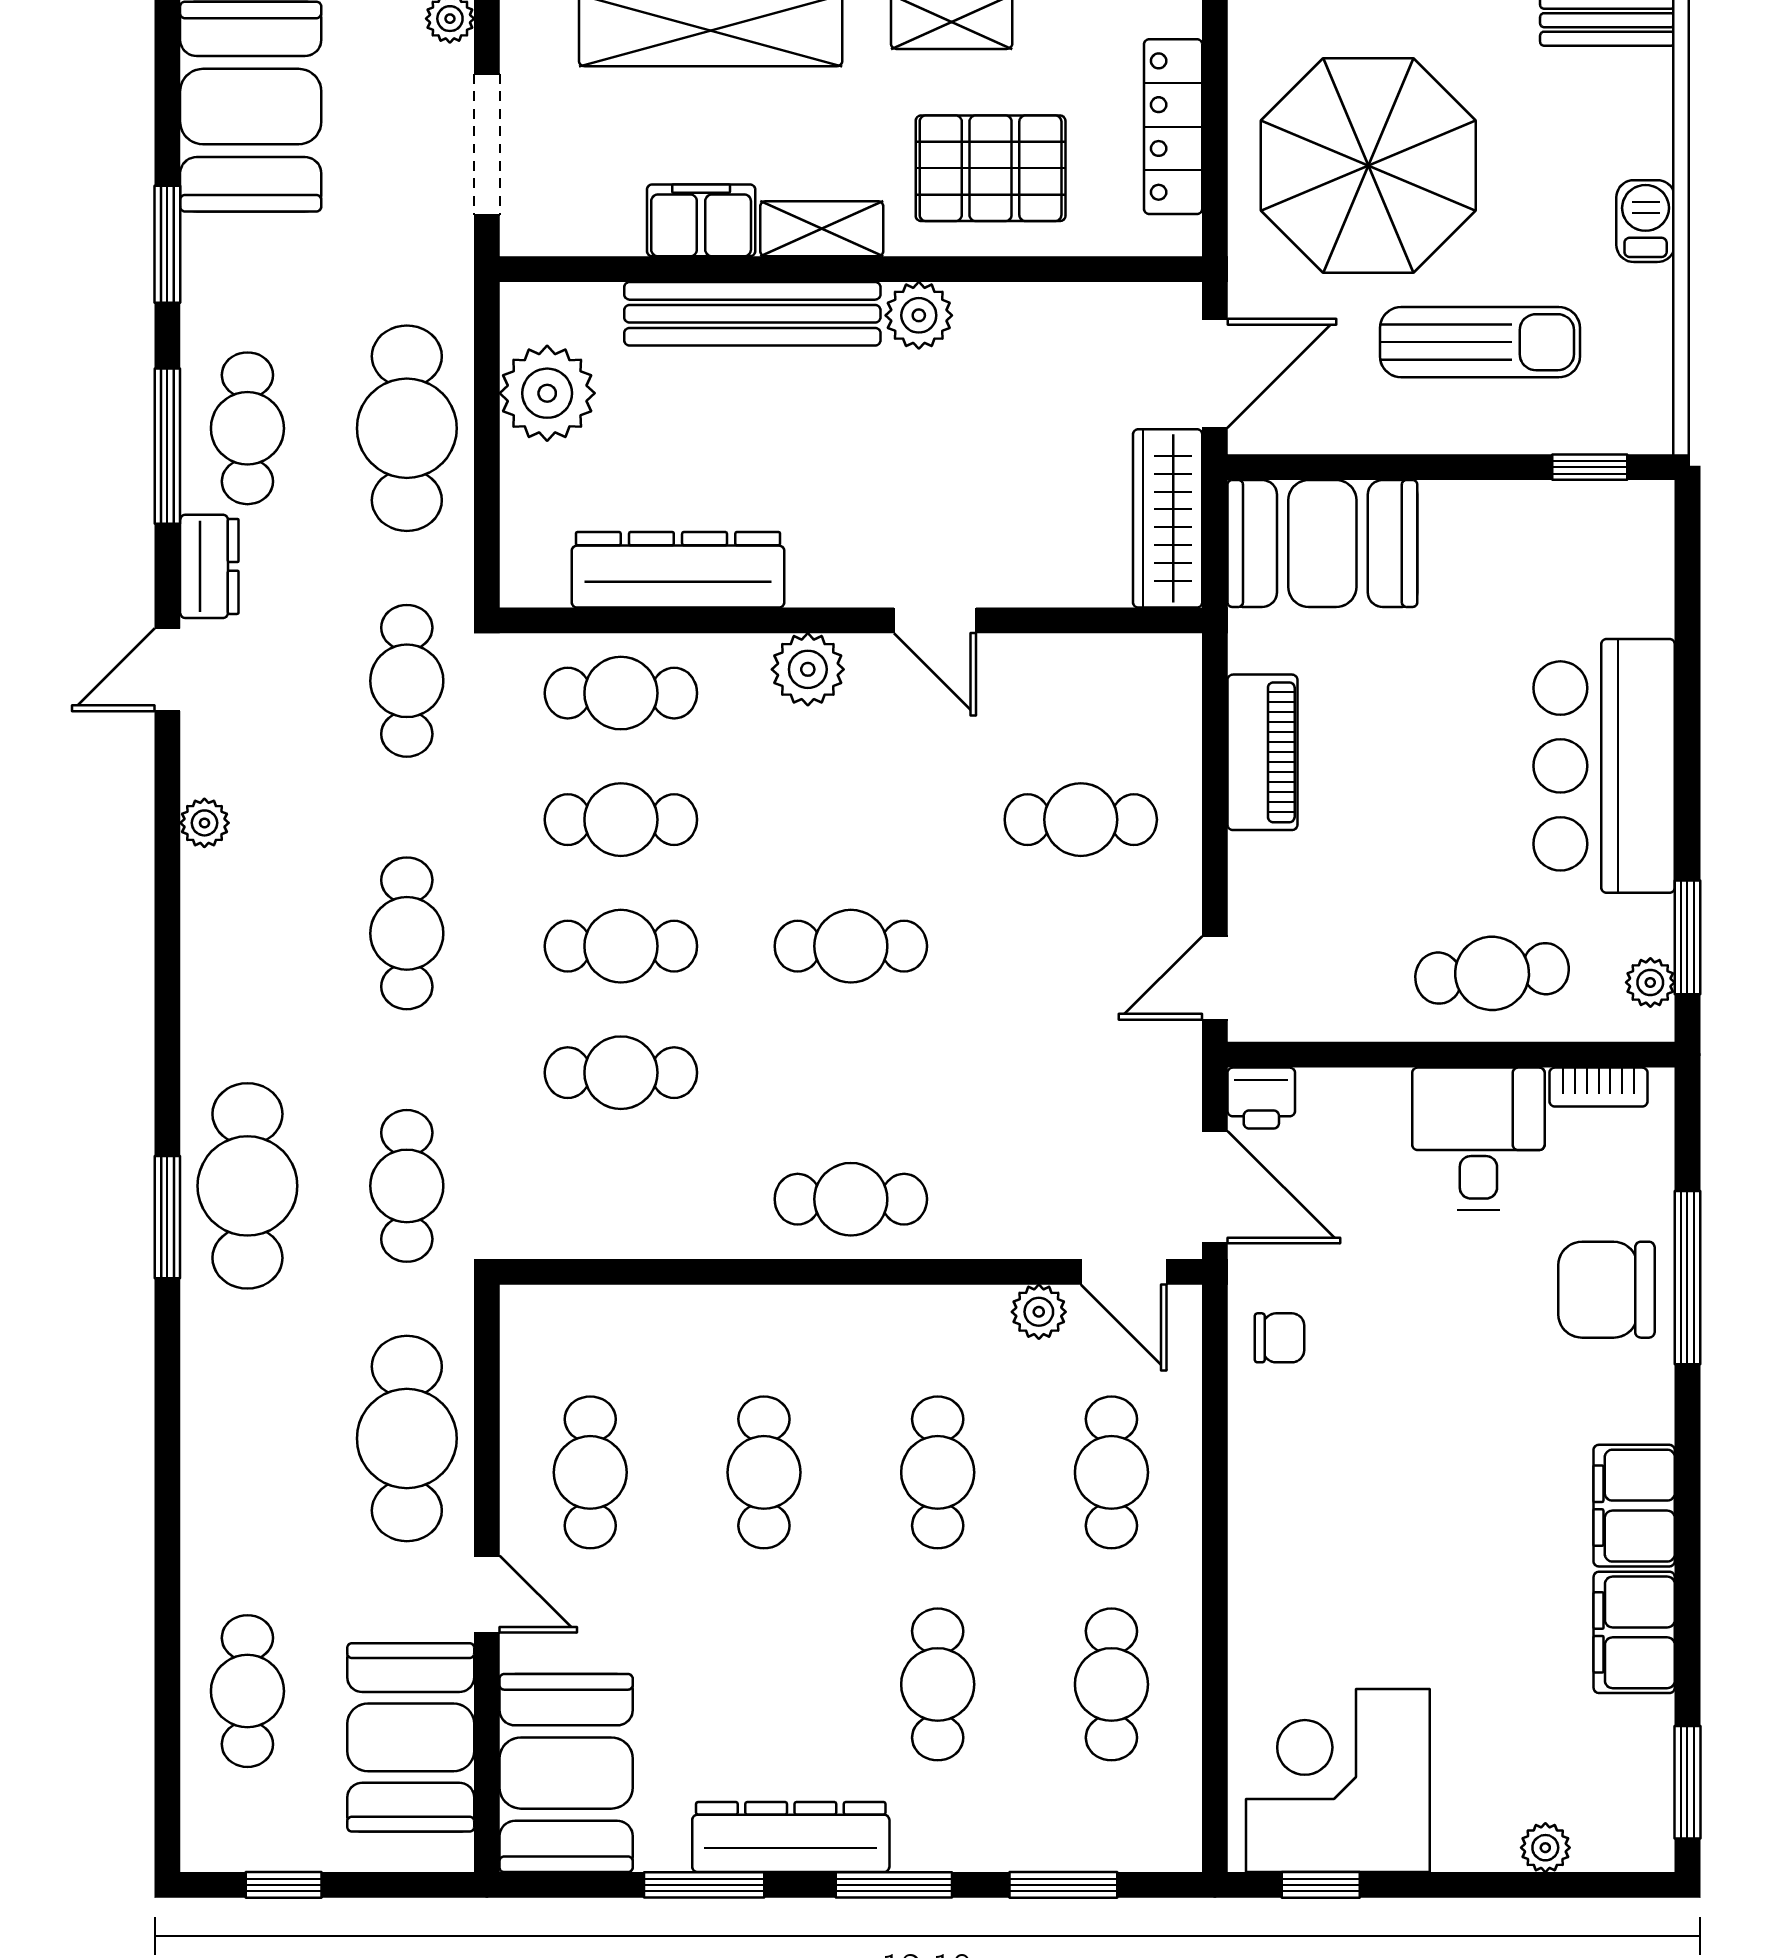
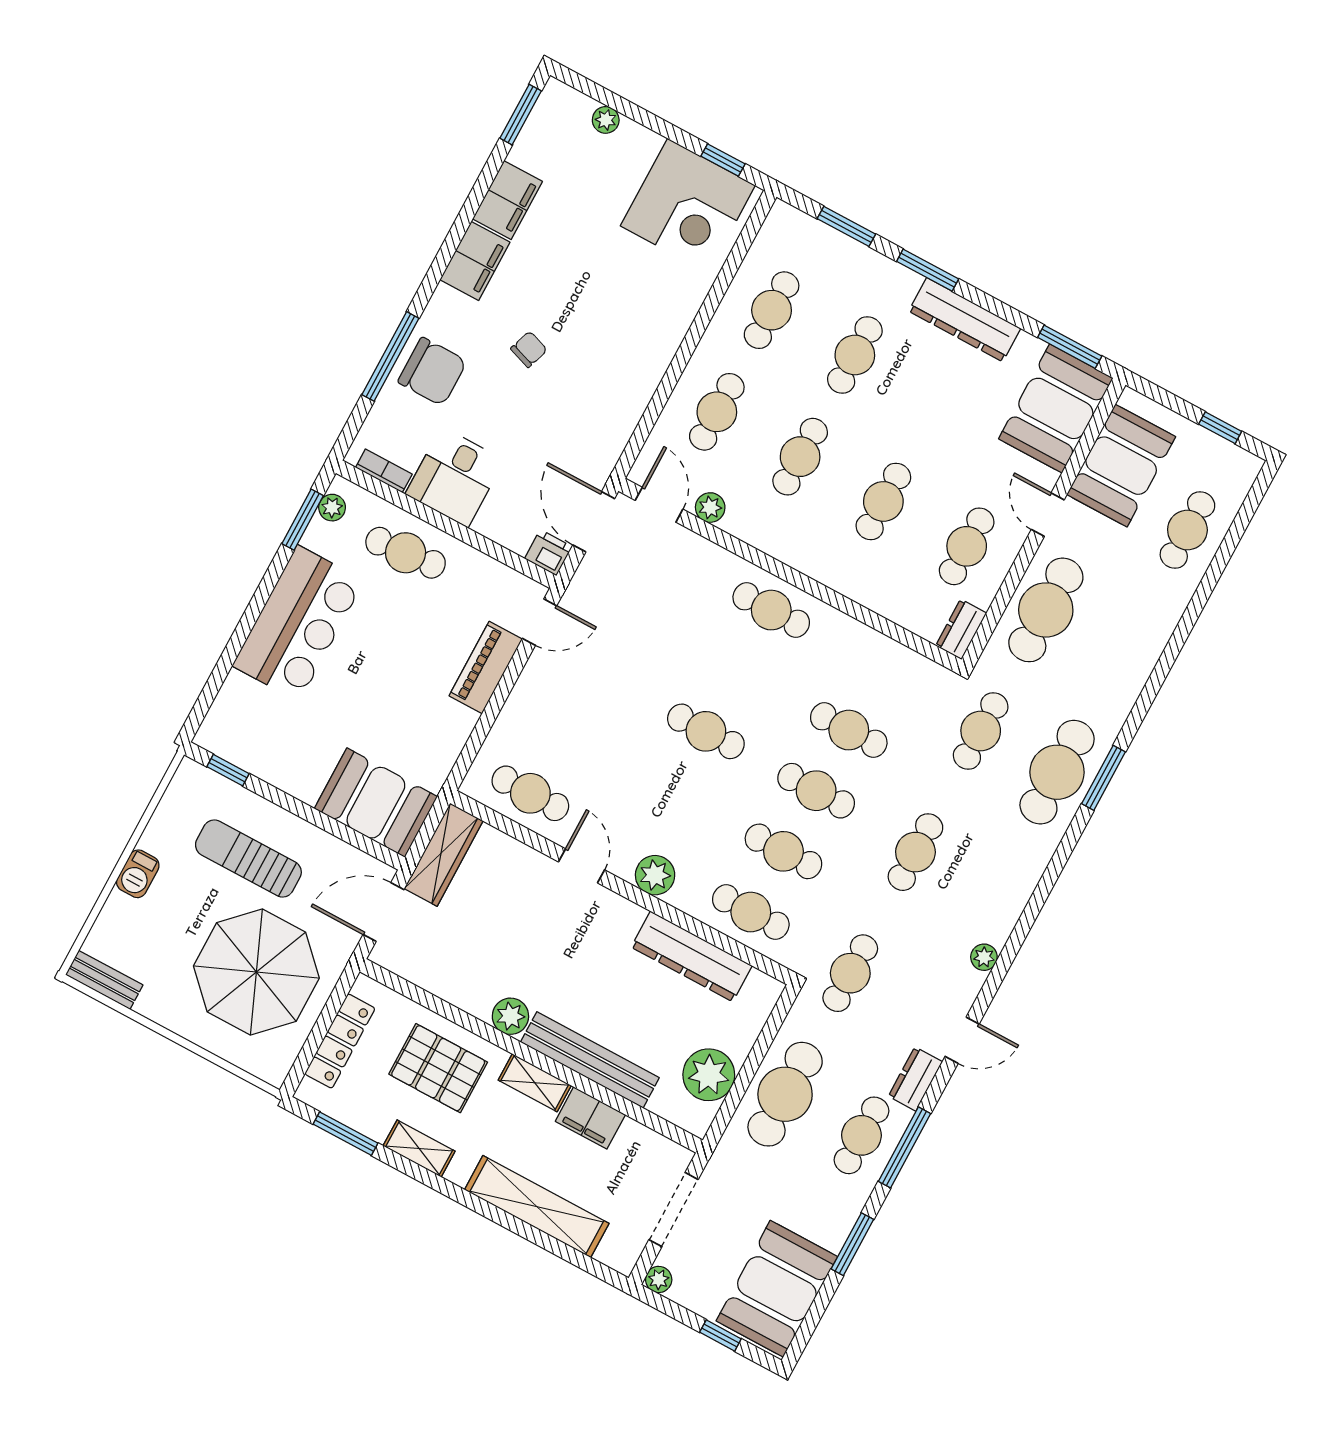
piano: (1262, 752) -> (486, 668), moved
cafe table: (1081, 820) -> (530, 793), moved
dresser: (527, 1333) -> (961, 629), added
chair: (1279, 1338) -> (529, 349), moved, turned 109
window: (704, 1885) -> (1070, 347), moved

